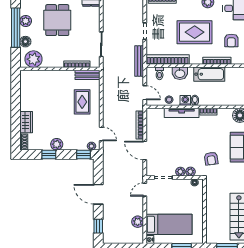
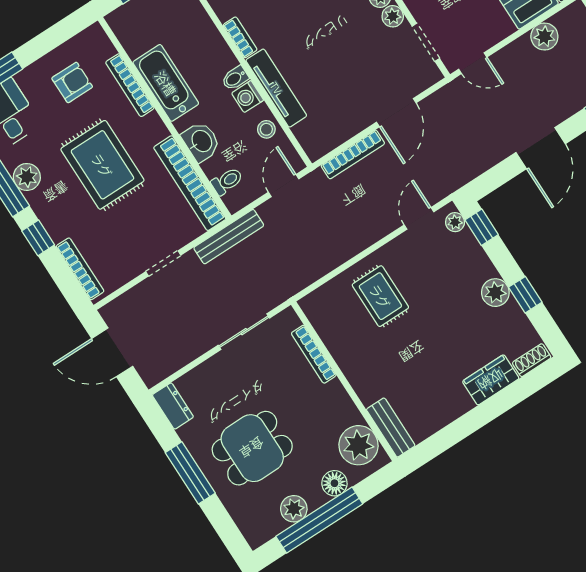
bench: (88, 75) -> (391, 428), moved
rug: (82, 102) -> (380, 296), turned 90

